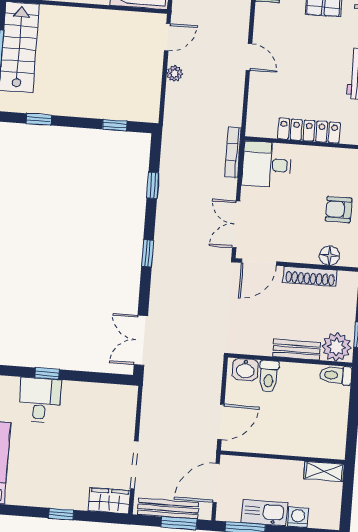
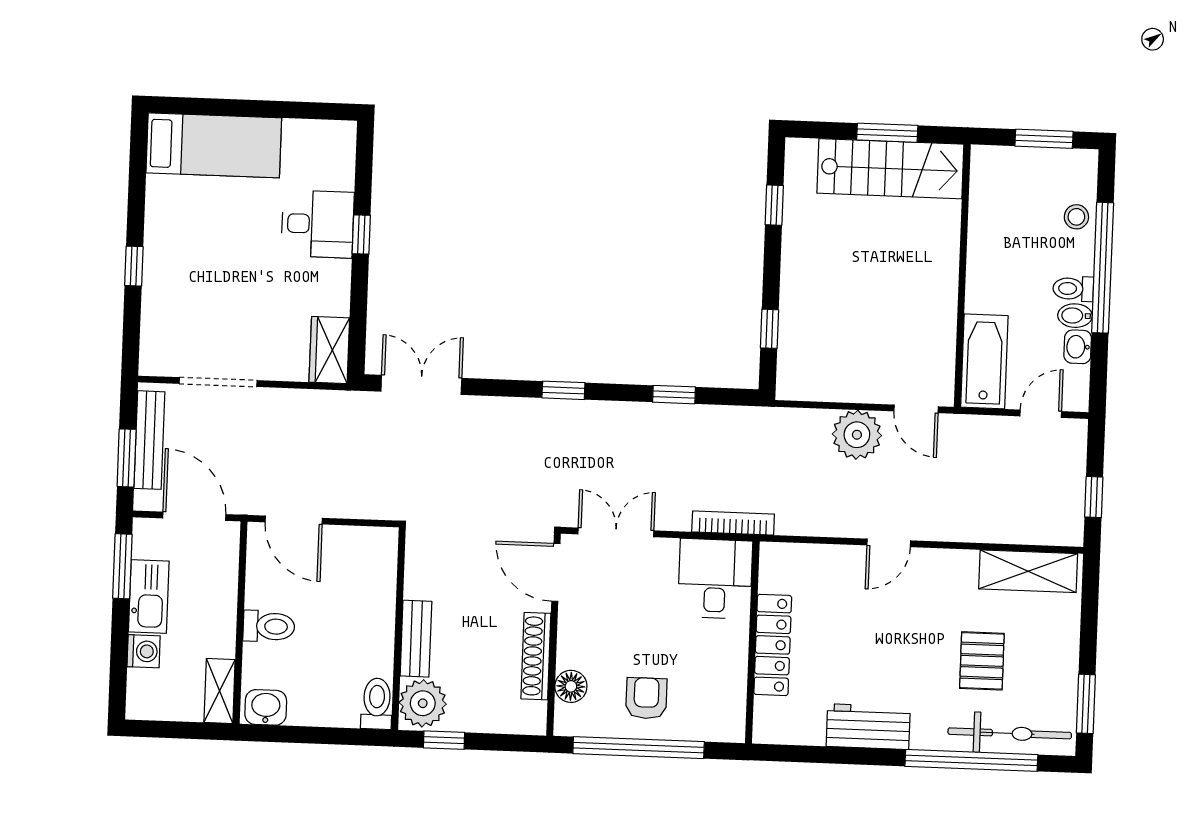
plant: (175, 73) -> (857, 435), width x1.87, depth x1.87
washbasin: (245, 369) -> (266, 707), moved, turned 90
toilet: (269, 376) -> (269, 626), moved, turned 180
wardrobe: (109, 501) -> (329, 350), moved, turned 180

